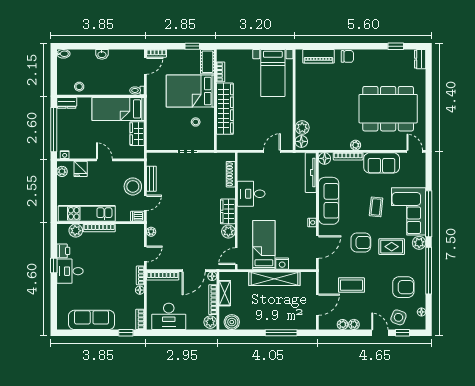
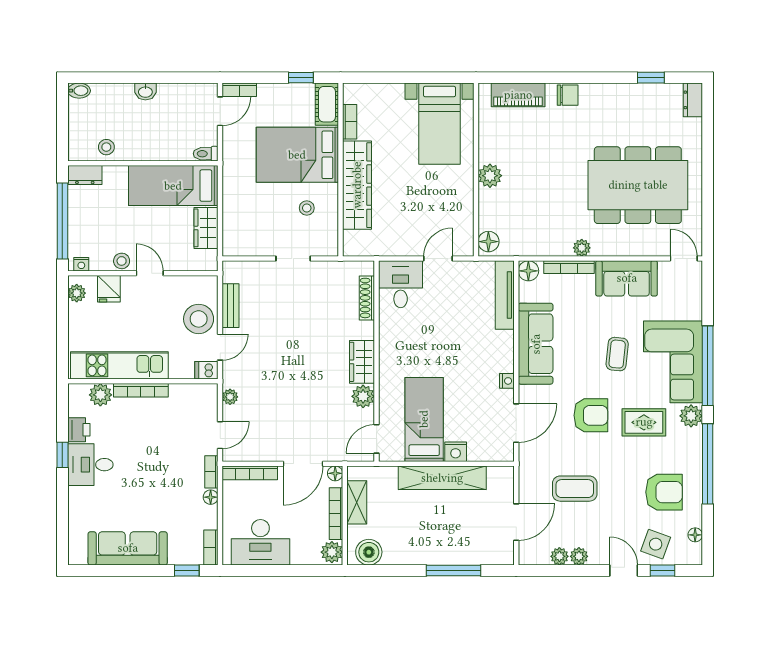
plant: (302, 128) -> (490, 176), moved
stool: (88, 153) -> (122, 261), added
desk: (251, 194) -> (401, 284), moved, turned 90

